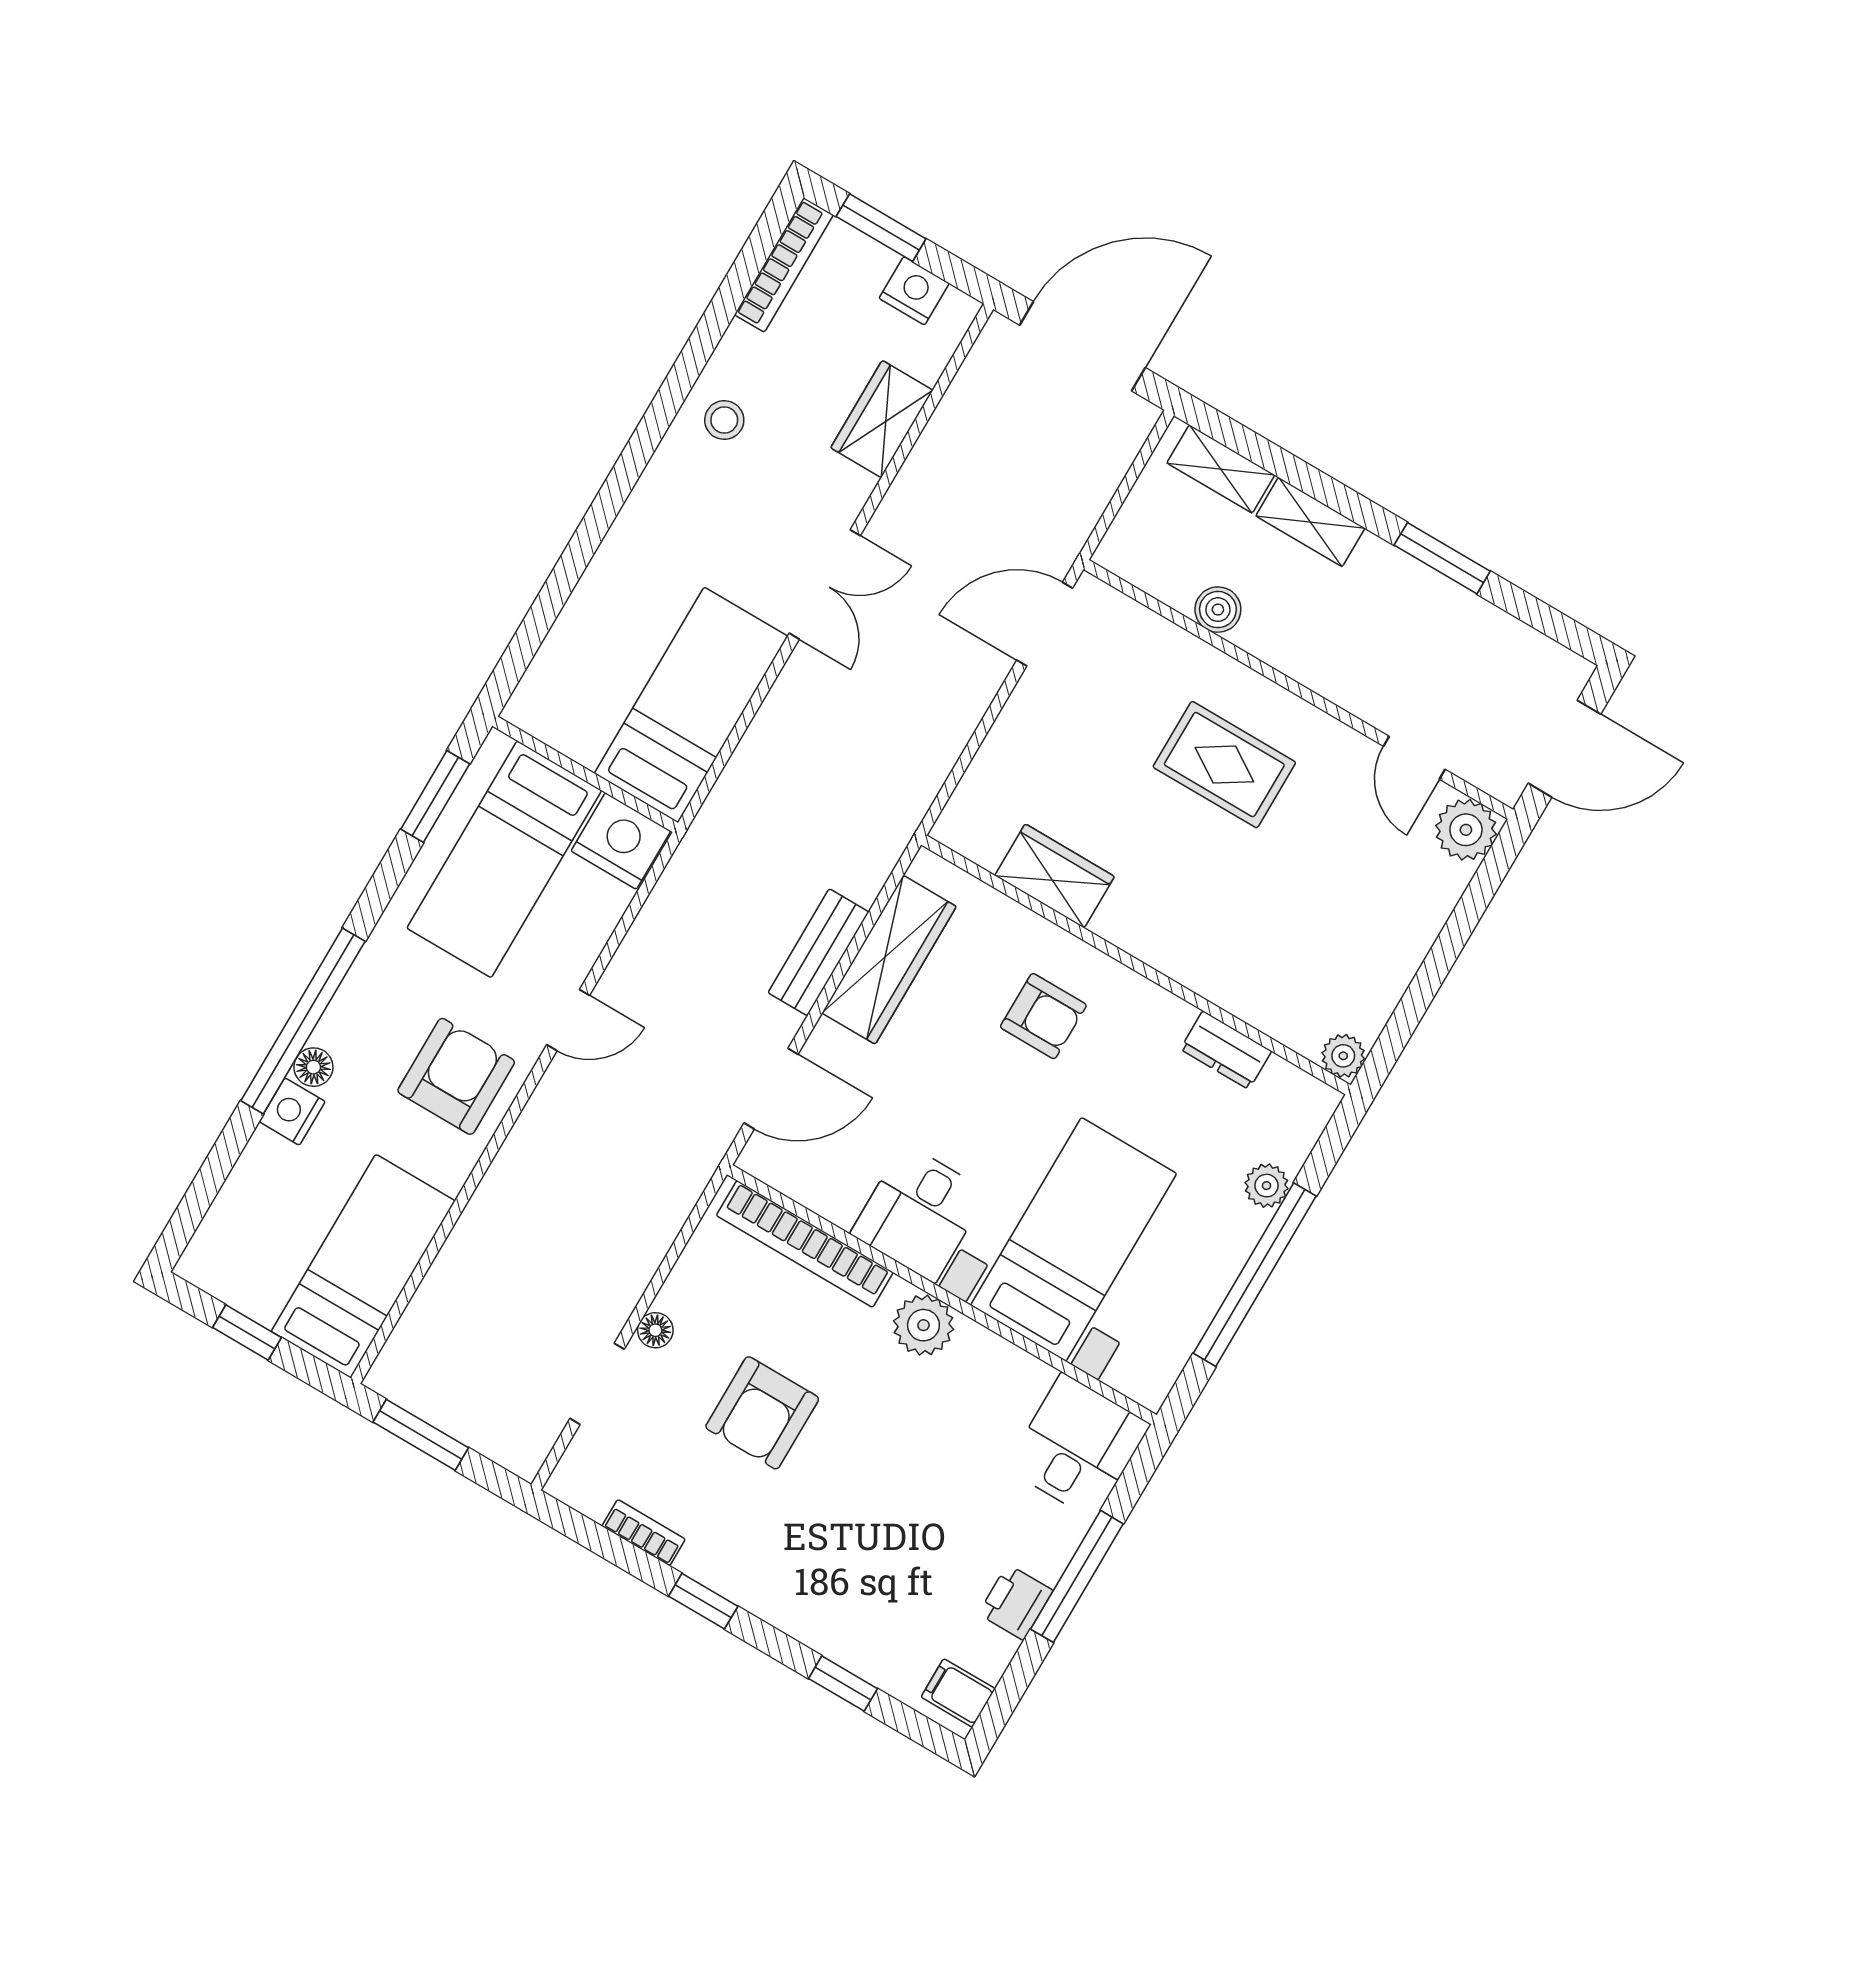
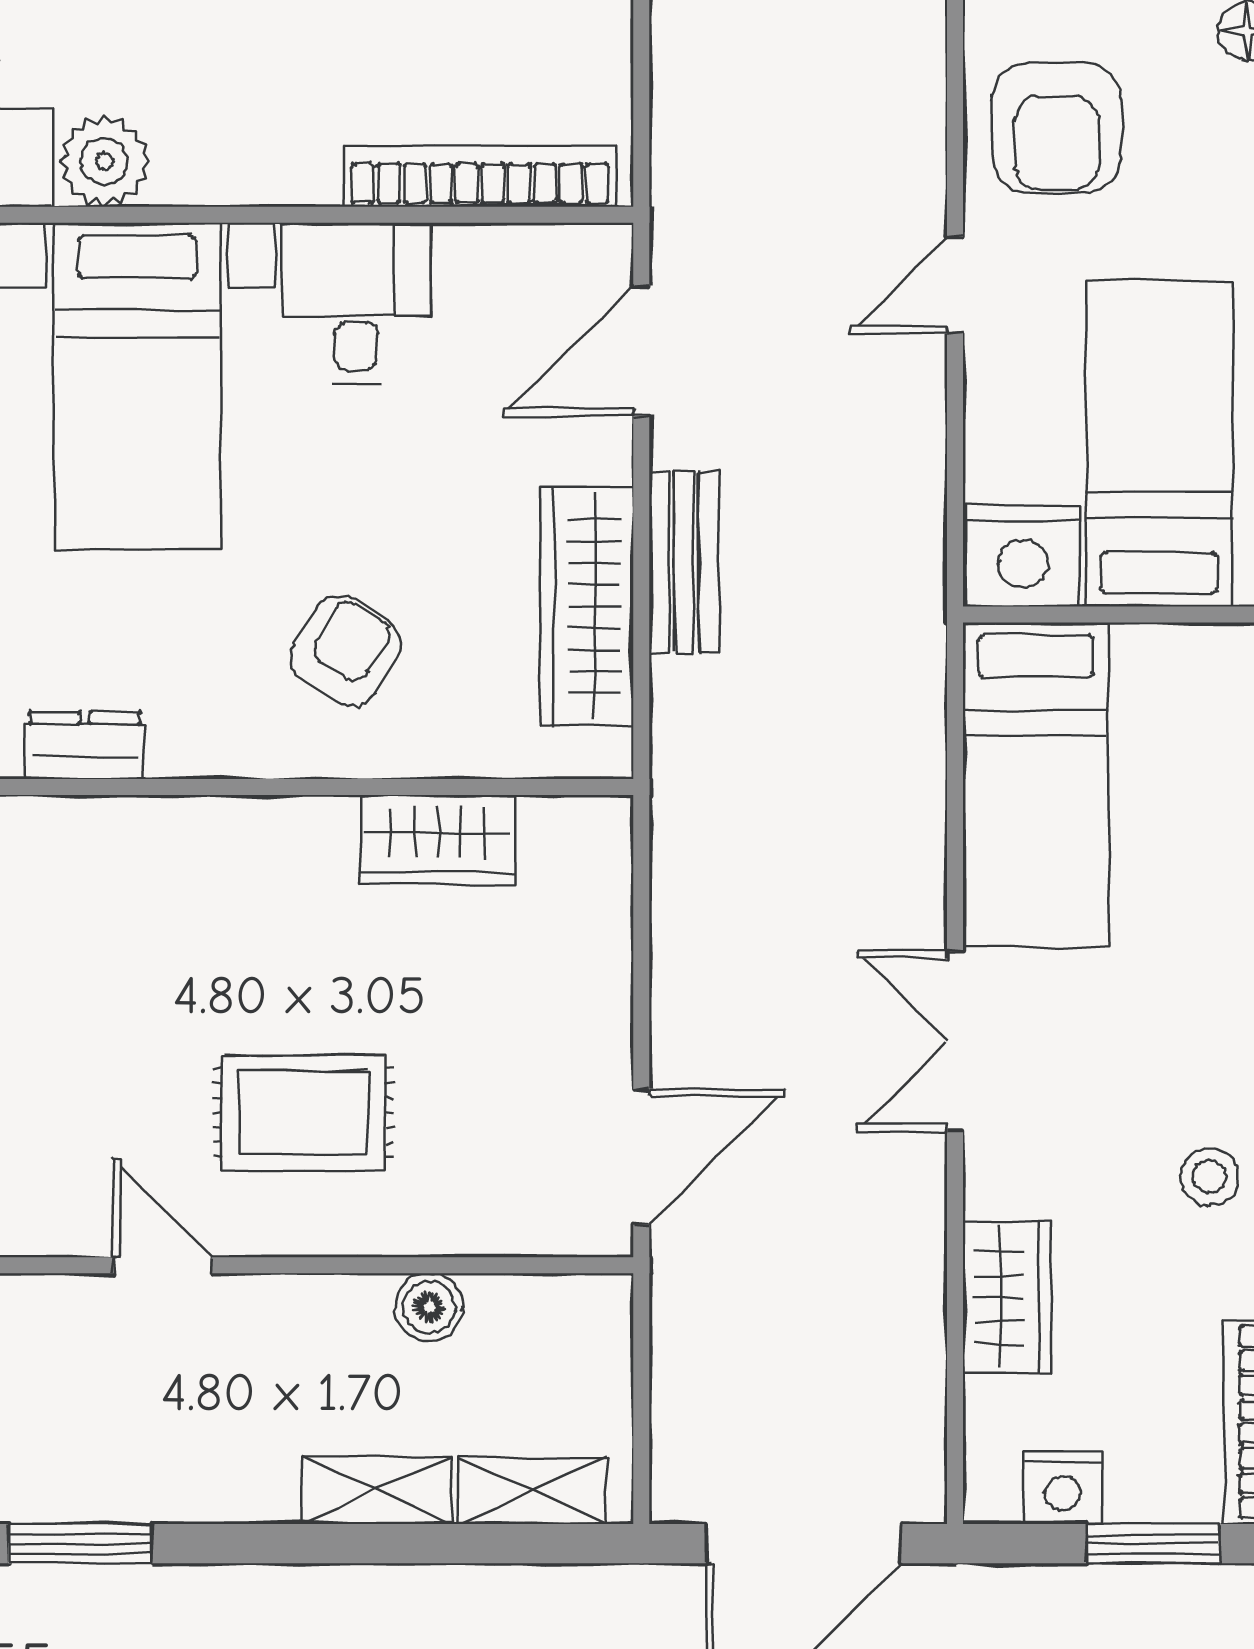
window: (1442, 558) -> (80, 1544), moved
door: (1414, 758) -> (163, 1265), moved
armchair: (1043, 1016) -> (346, 651), turned 122
plant: (923, 1325) -> (104, 161), moved

